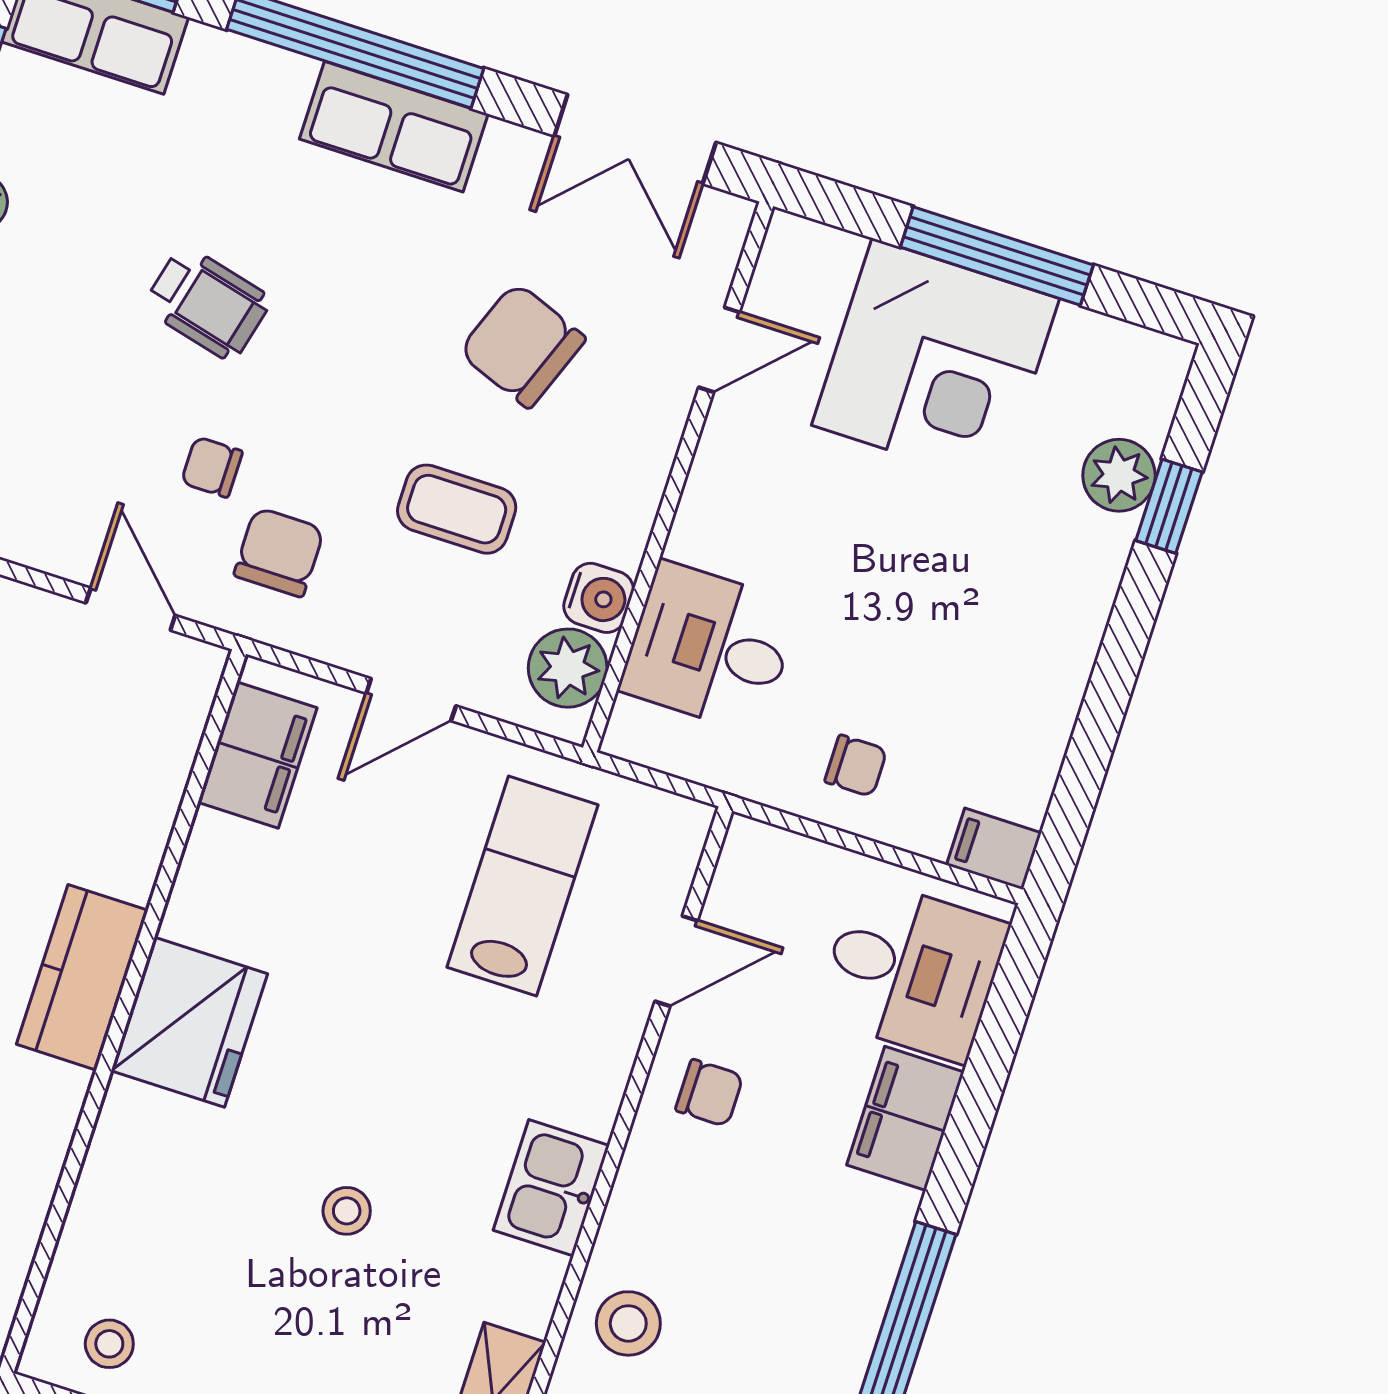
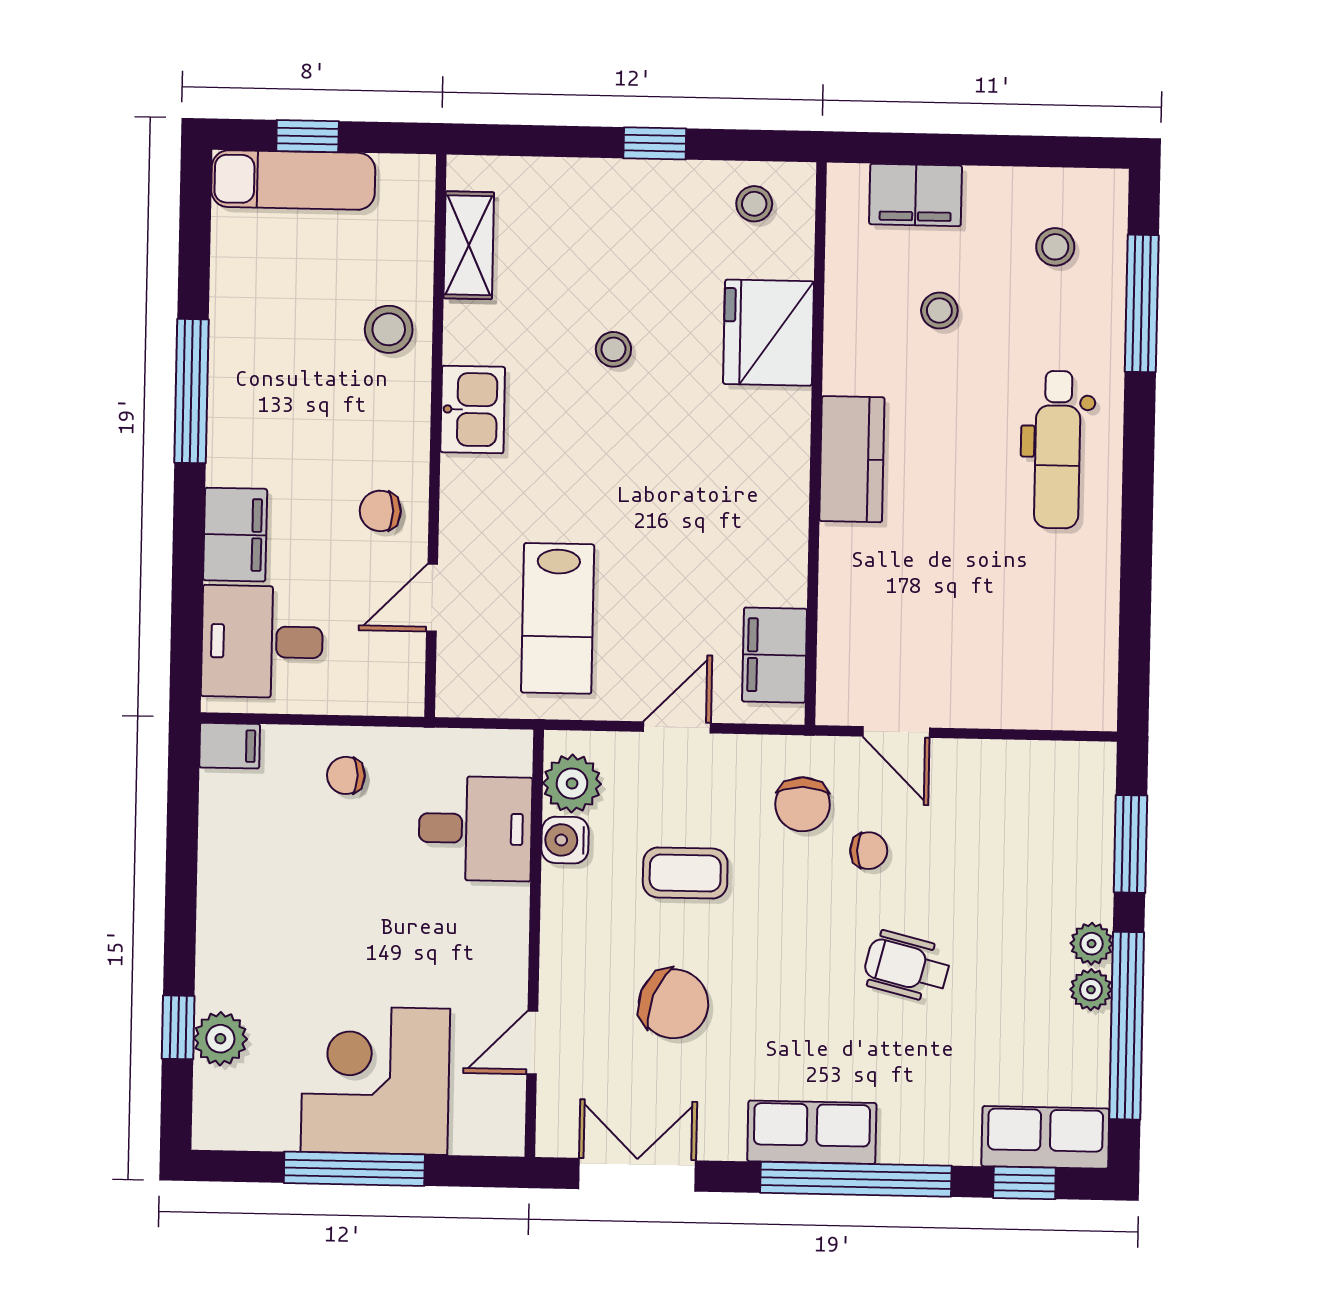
fridge: (189, 1022) -> (768, 333), moved

